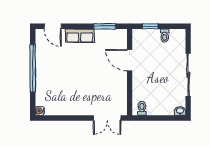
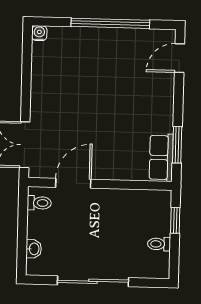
row of seats: (80, 36) -> (161, 158), moved
door: (130, 60) -> (73, 183), moved
washbasin: (180, 111) -> (34, 249), moved

